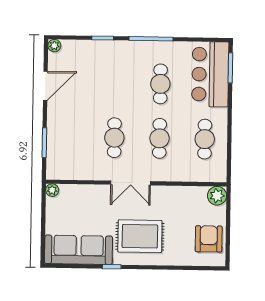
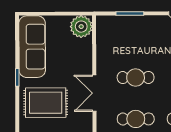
plant: (52, 190) -> (81, 27), width x1.88, depth x1.88
rug: (140, 236) -> (46, 103), turned 90

